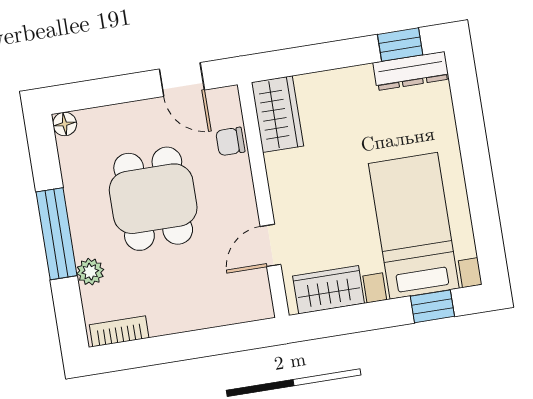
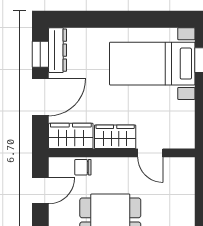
door: (331, 56) -> (40, 97), added
chair: (230, 141) -> (83, 167), turned 90
wardrobe: (329, 290) -> (115, 137), moved, turned 90

